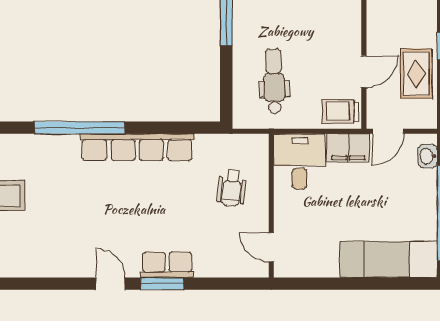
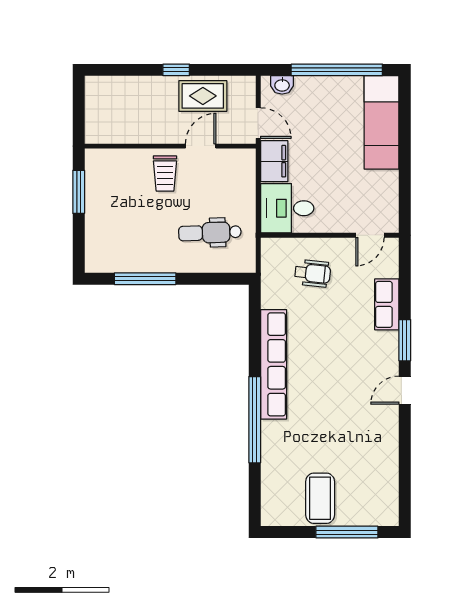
door: (364, 72) -> (201, 146), hinge flipped
trolley: (341, 111) -> (165, 173), moved
row of seats: (167, 265) -> (387, 304), moved

